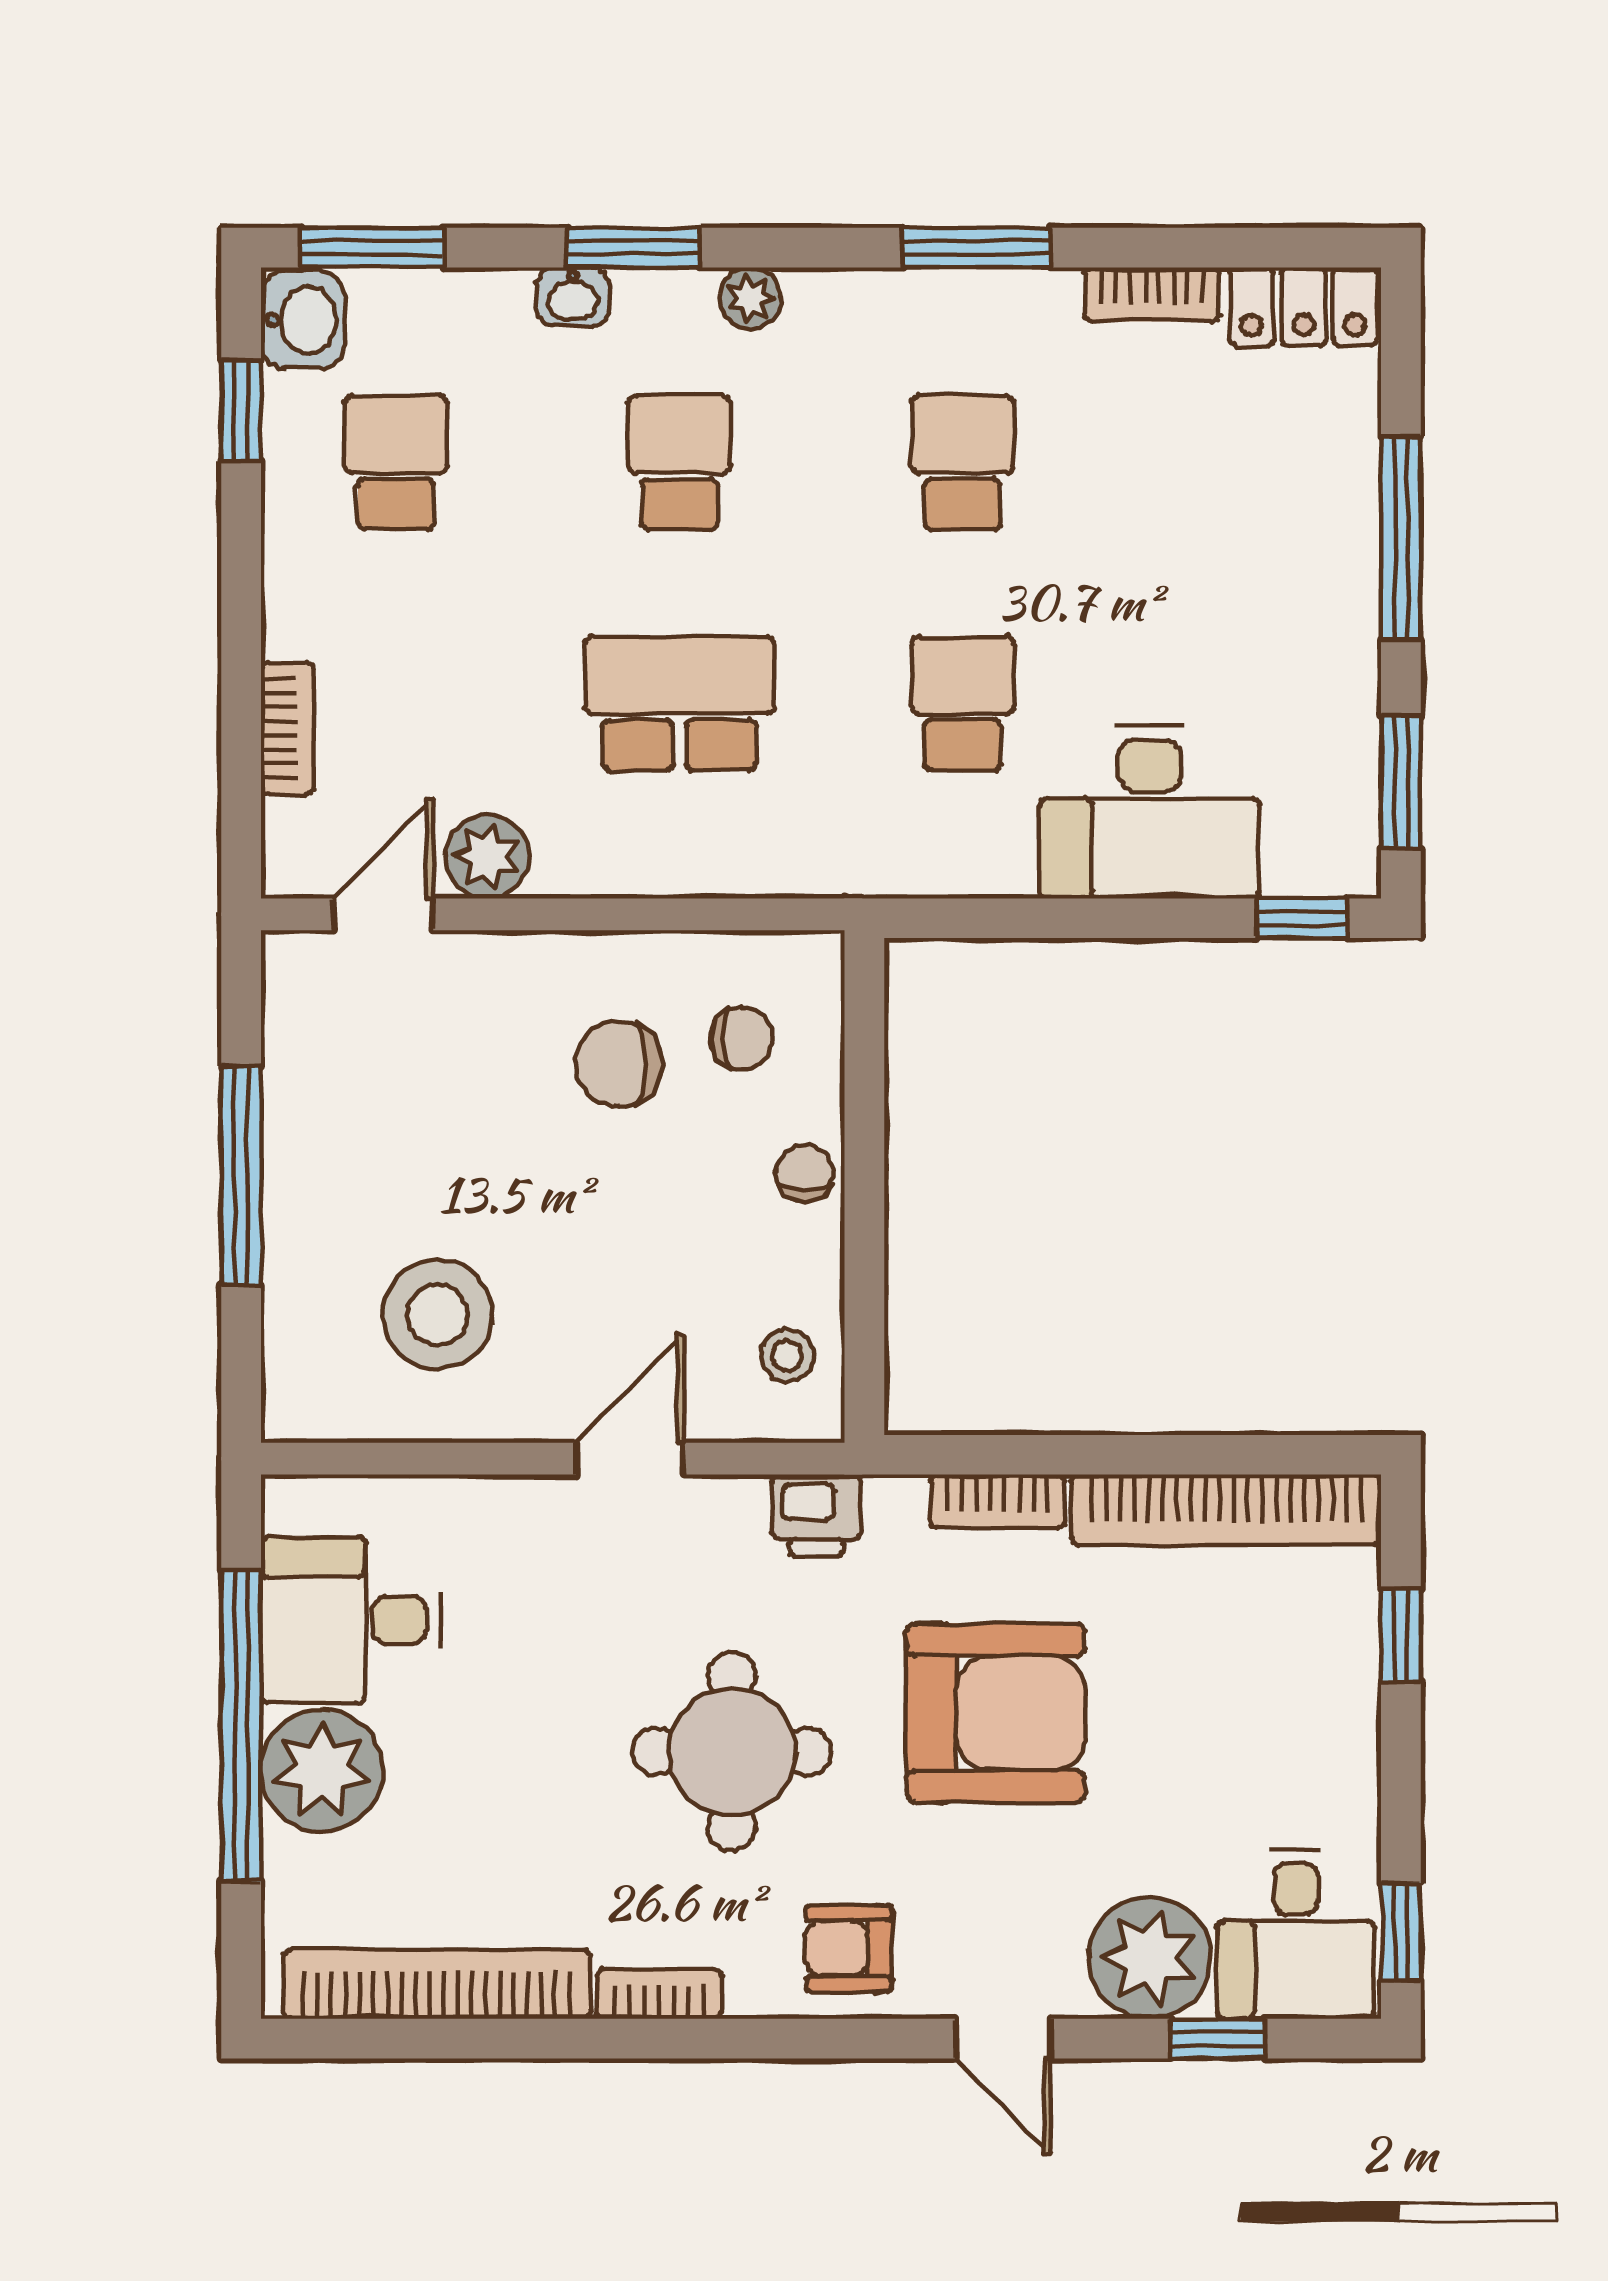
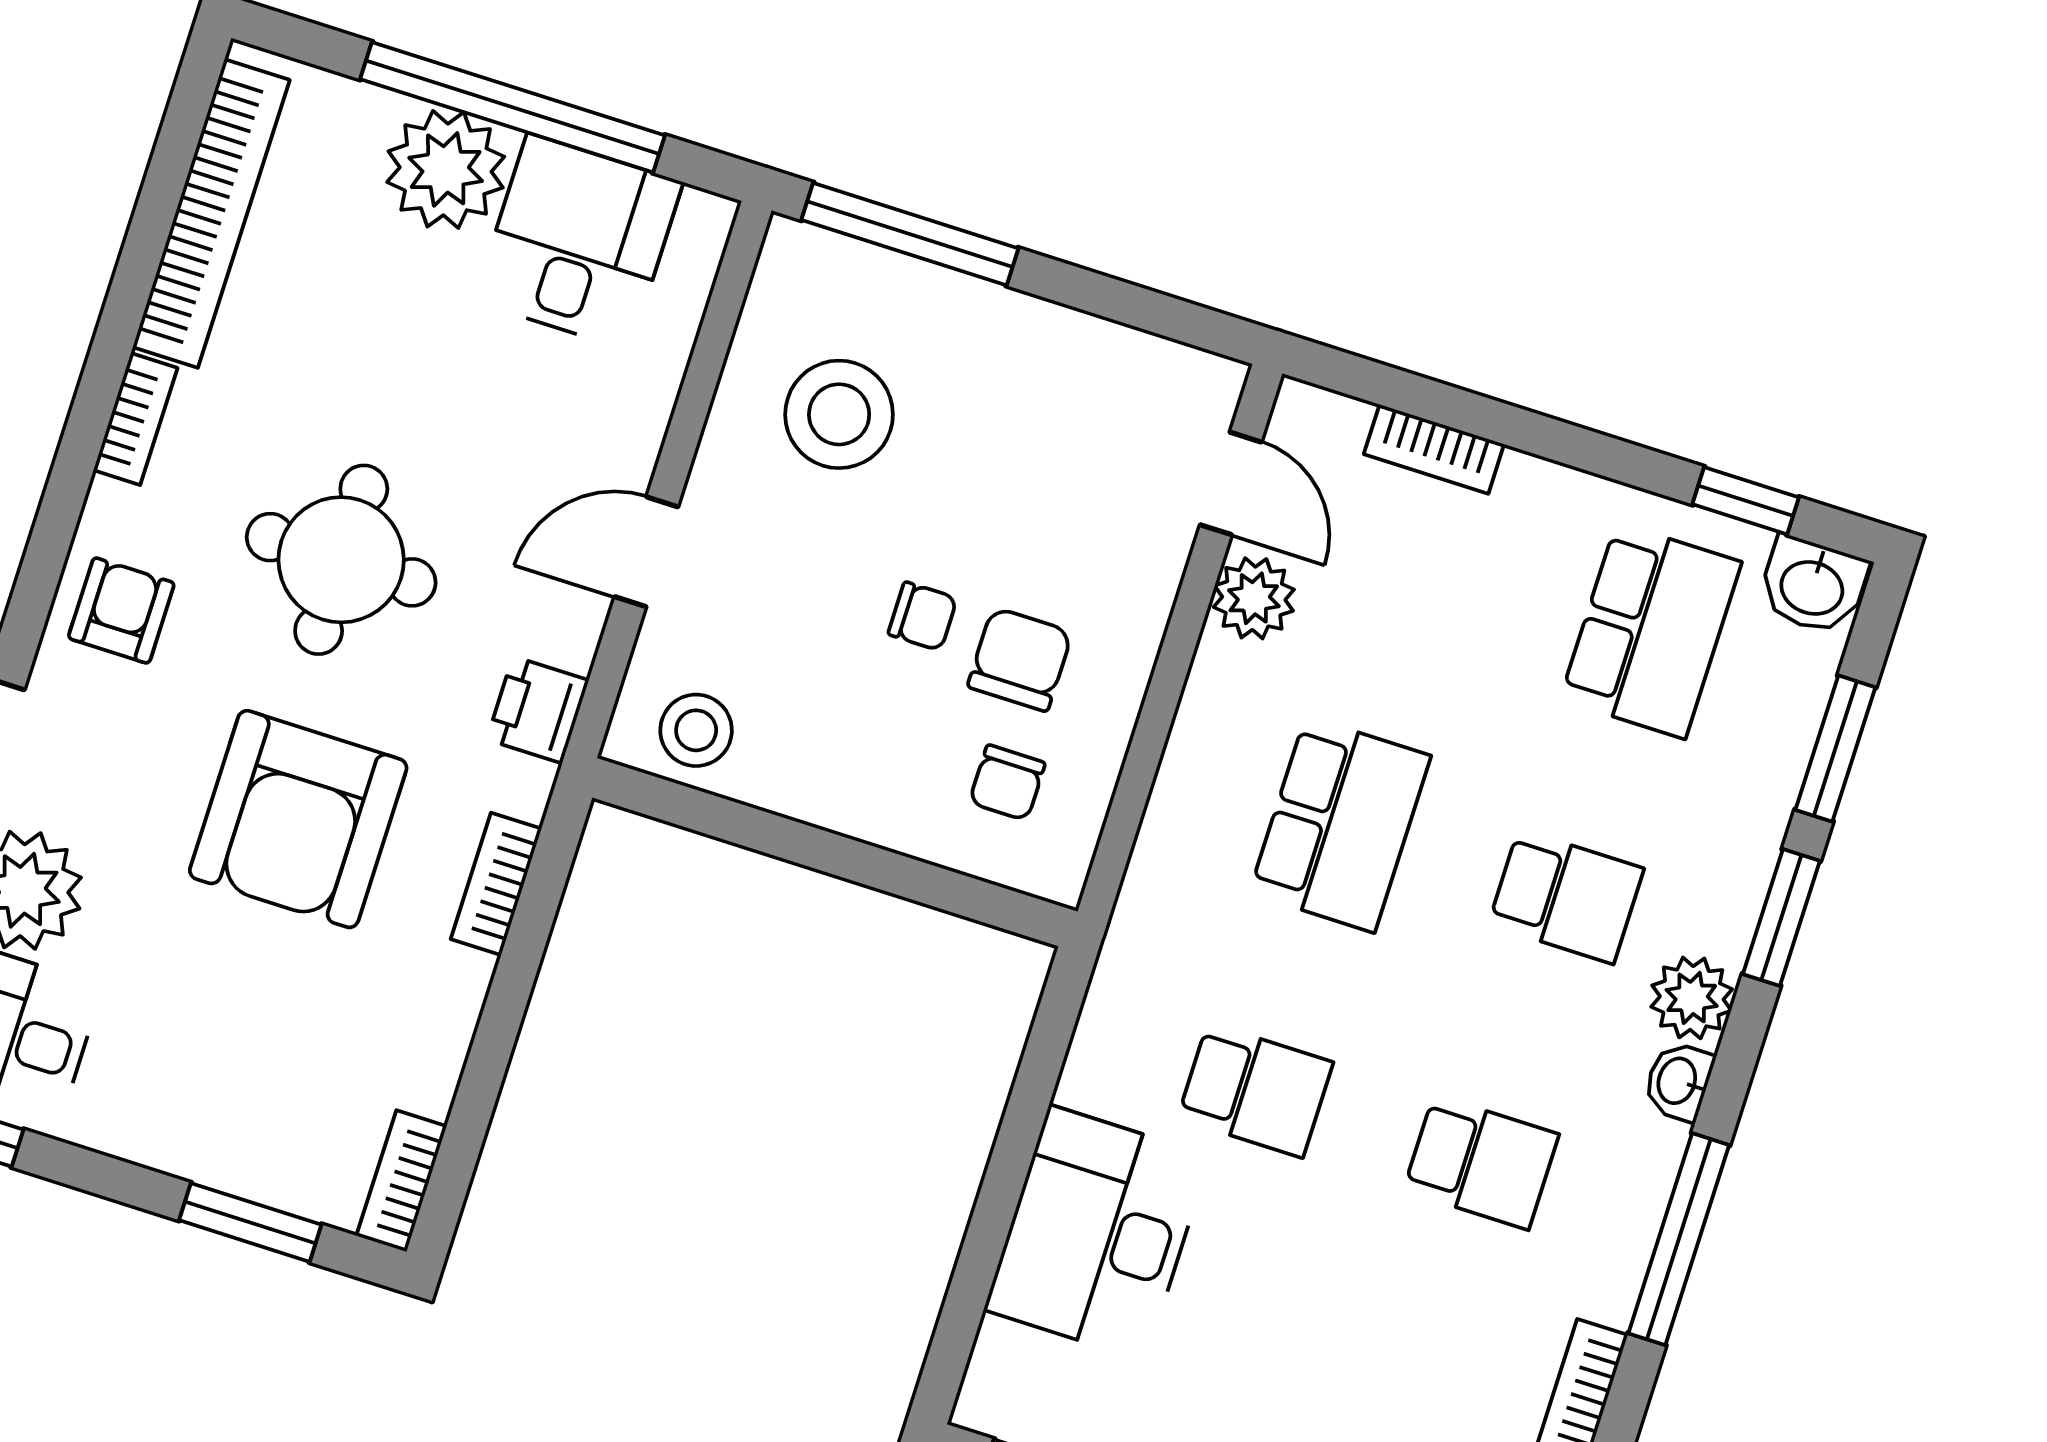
window: (372, 248) -> (1835, 749), moved
window: (976, 248) -> (1679, 1239), width x1.44
washbasin: (573, 297) -> (1678, 1081), moved
plant: (750, 298) -> (1692, 998), width x1.38, depth x1.38
school desk: (396, 463) -> (1651, 631), width x1.85
window: (1302, 918) -> (952, 1344), removed
chair: (804, 1173) -> (923, 616), moved
window: (241, 1176) -> (910, 234), moved
stool: (787, 1355) -> (696, 730), width x1.37, depth x1.37
door: (630, 1459) -> (646, 552), swing flipped
bookcase: (1226, 1510) -> (401, 1181), width x0.43, depth x0.76
window: (1401, 1635) -> (250, 1222), width x1.50

